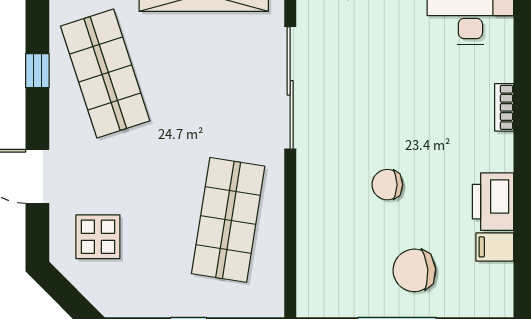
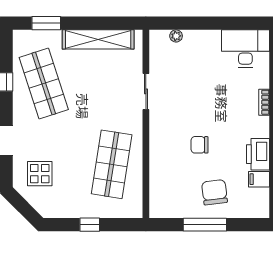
sliding door: (290, 88) -> (146, 91), width x0.54
chair: (414, 270) -> (214, 192), turned 88

